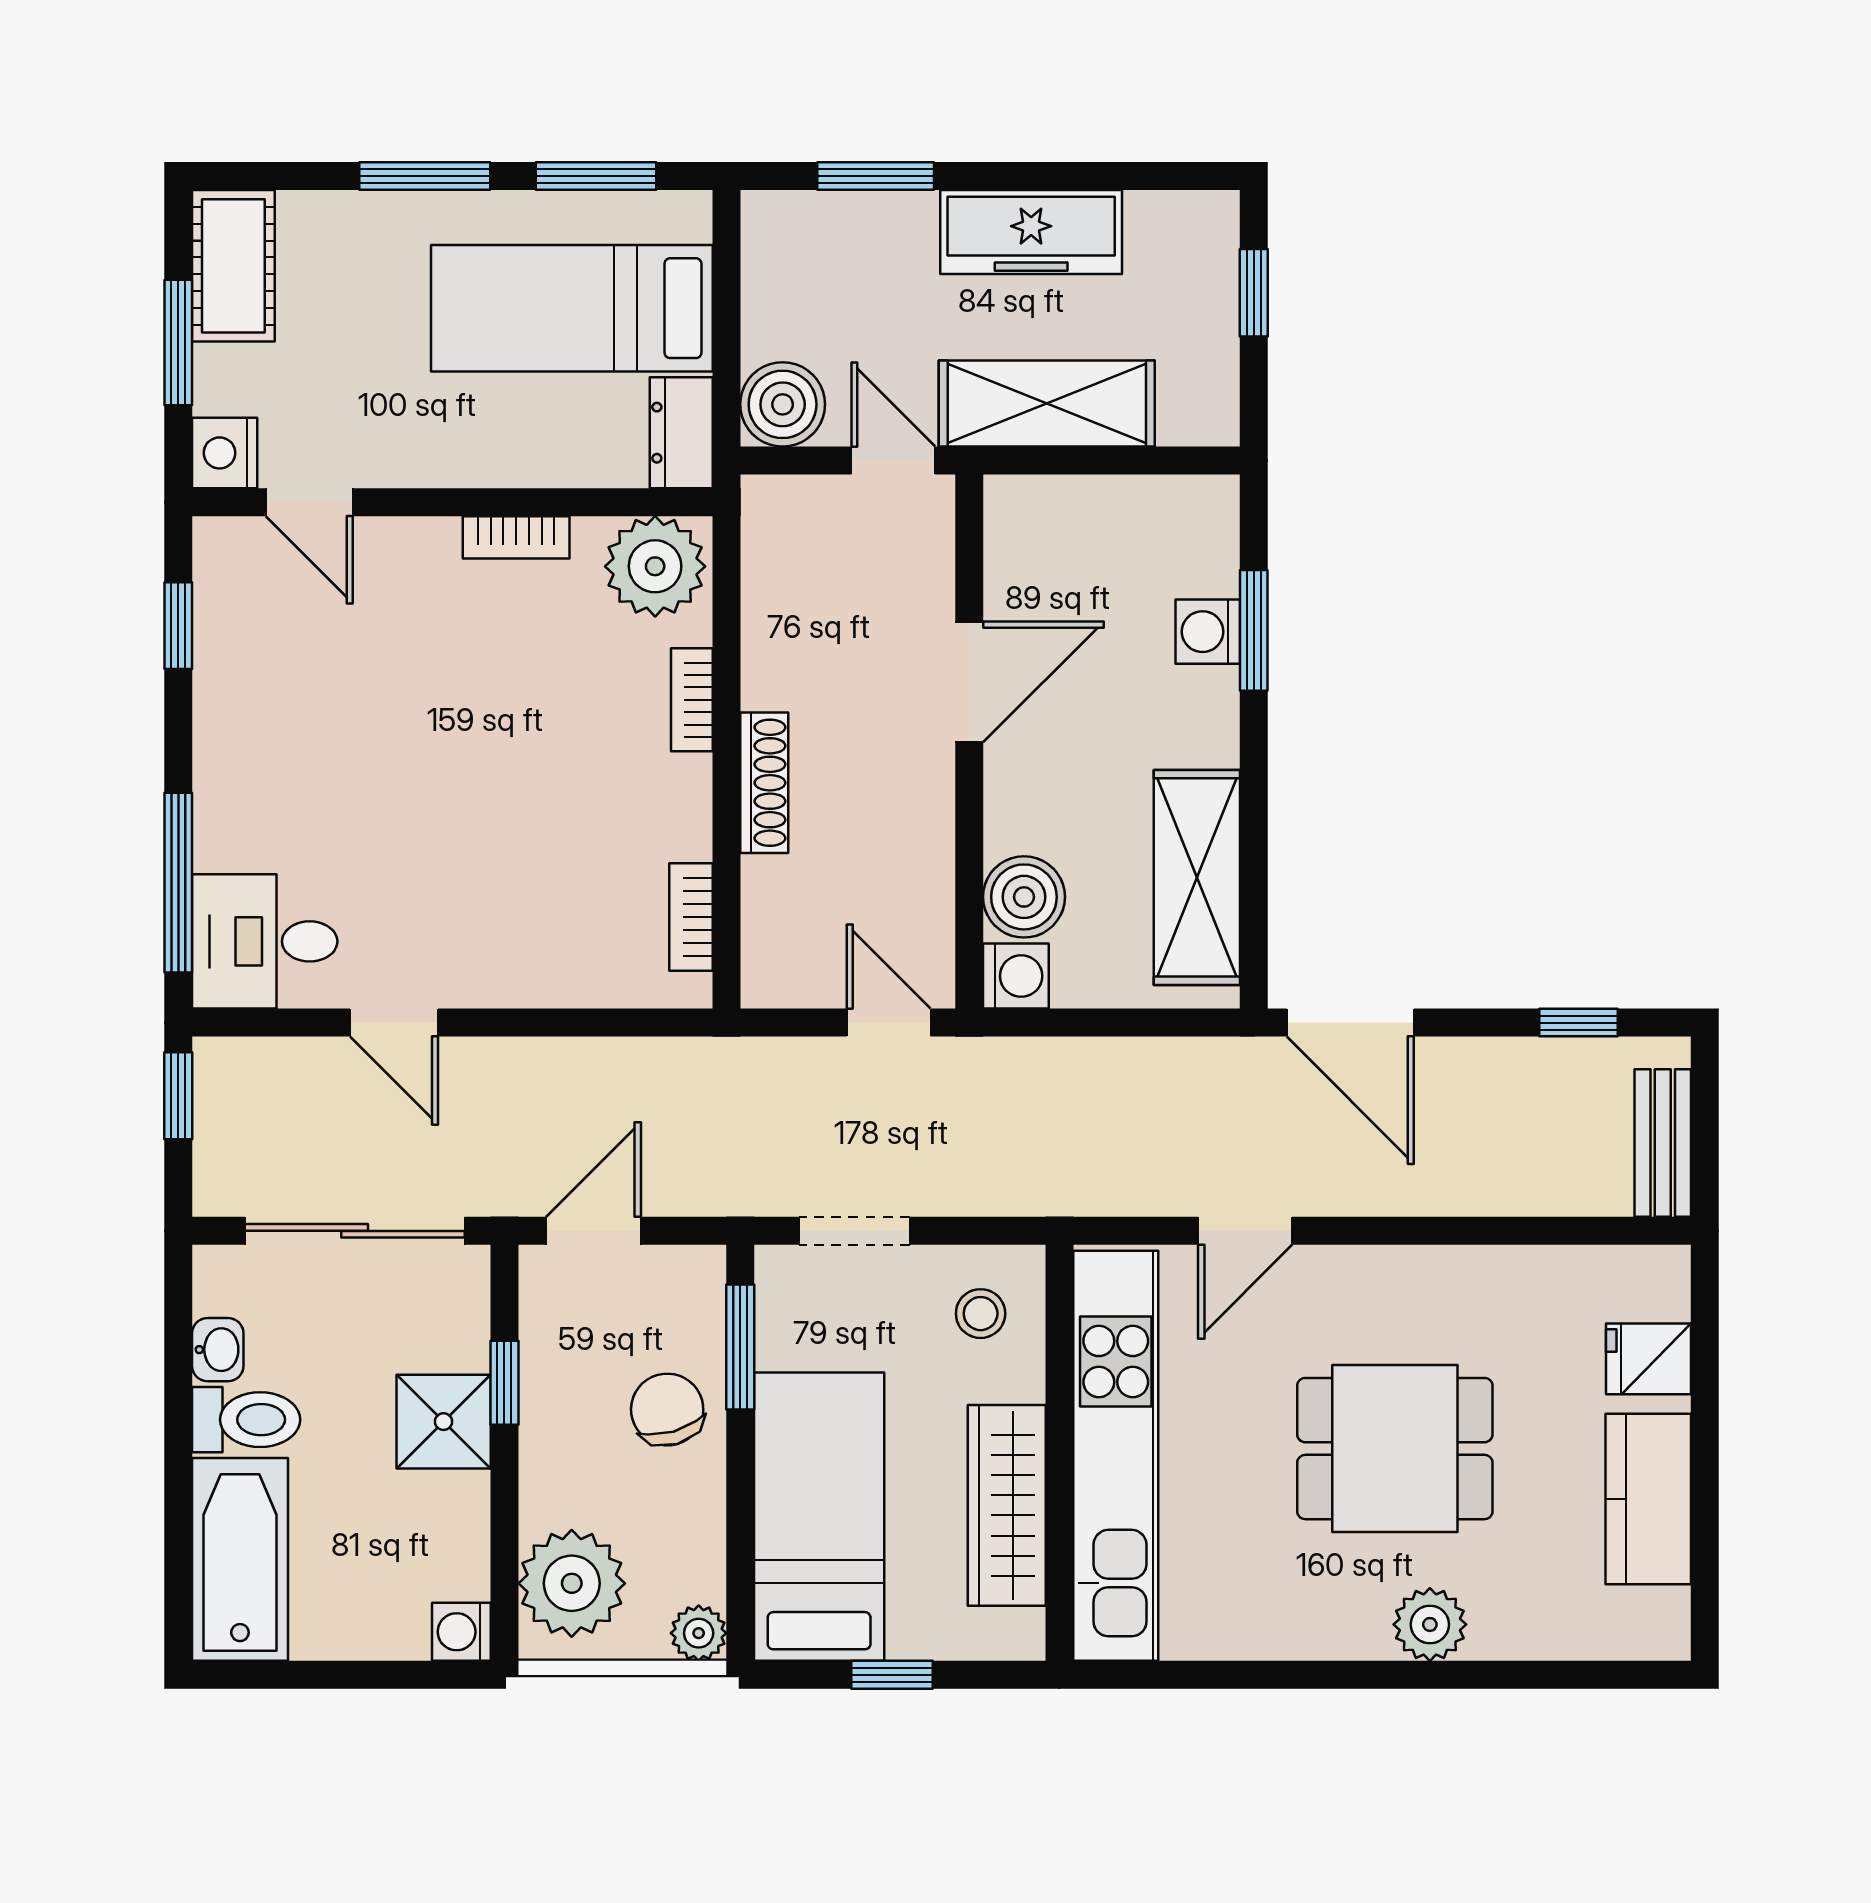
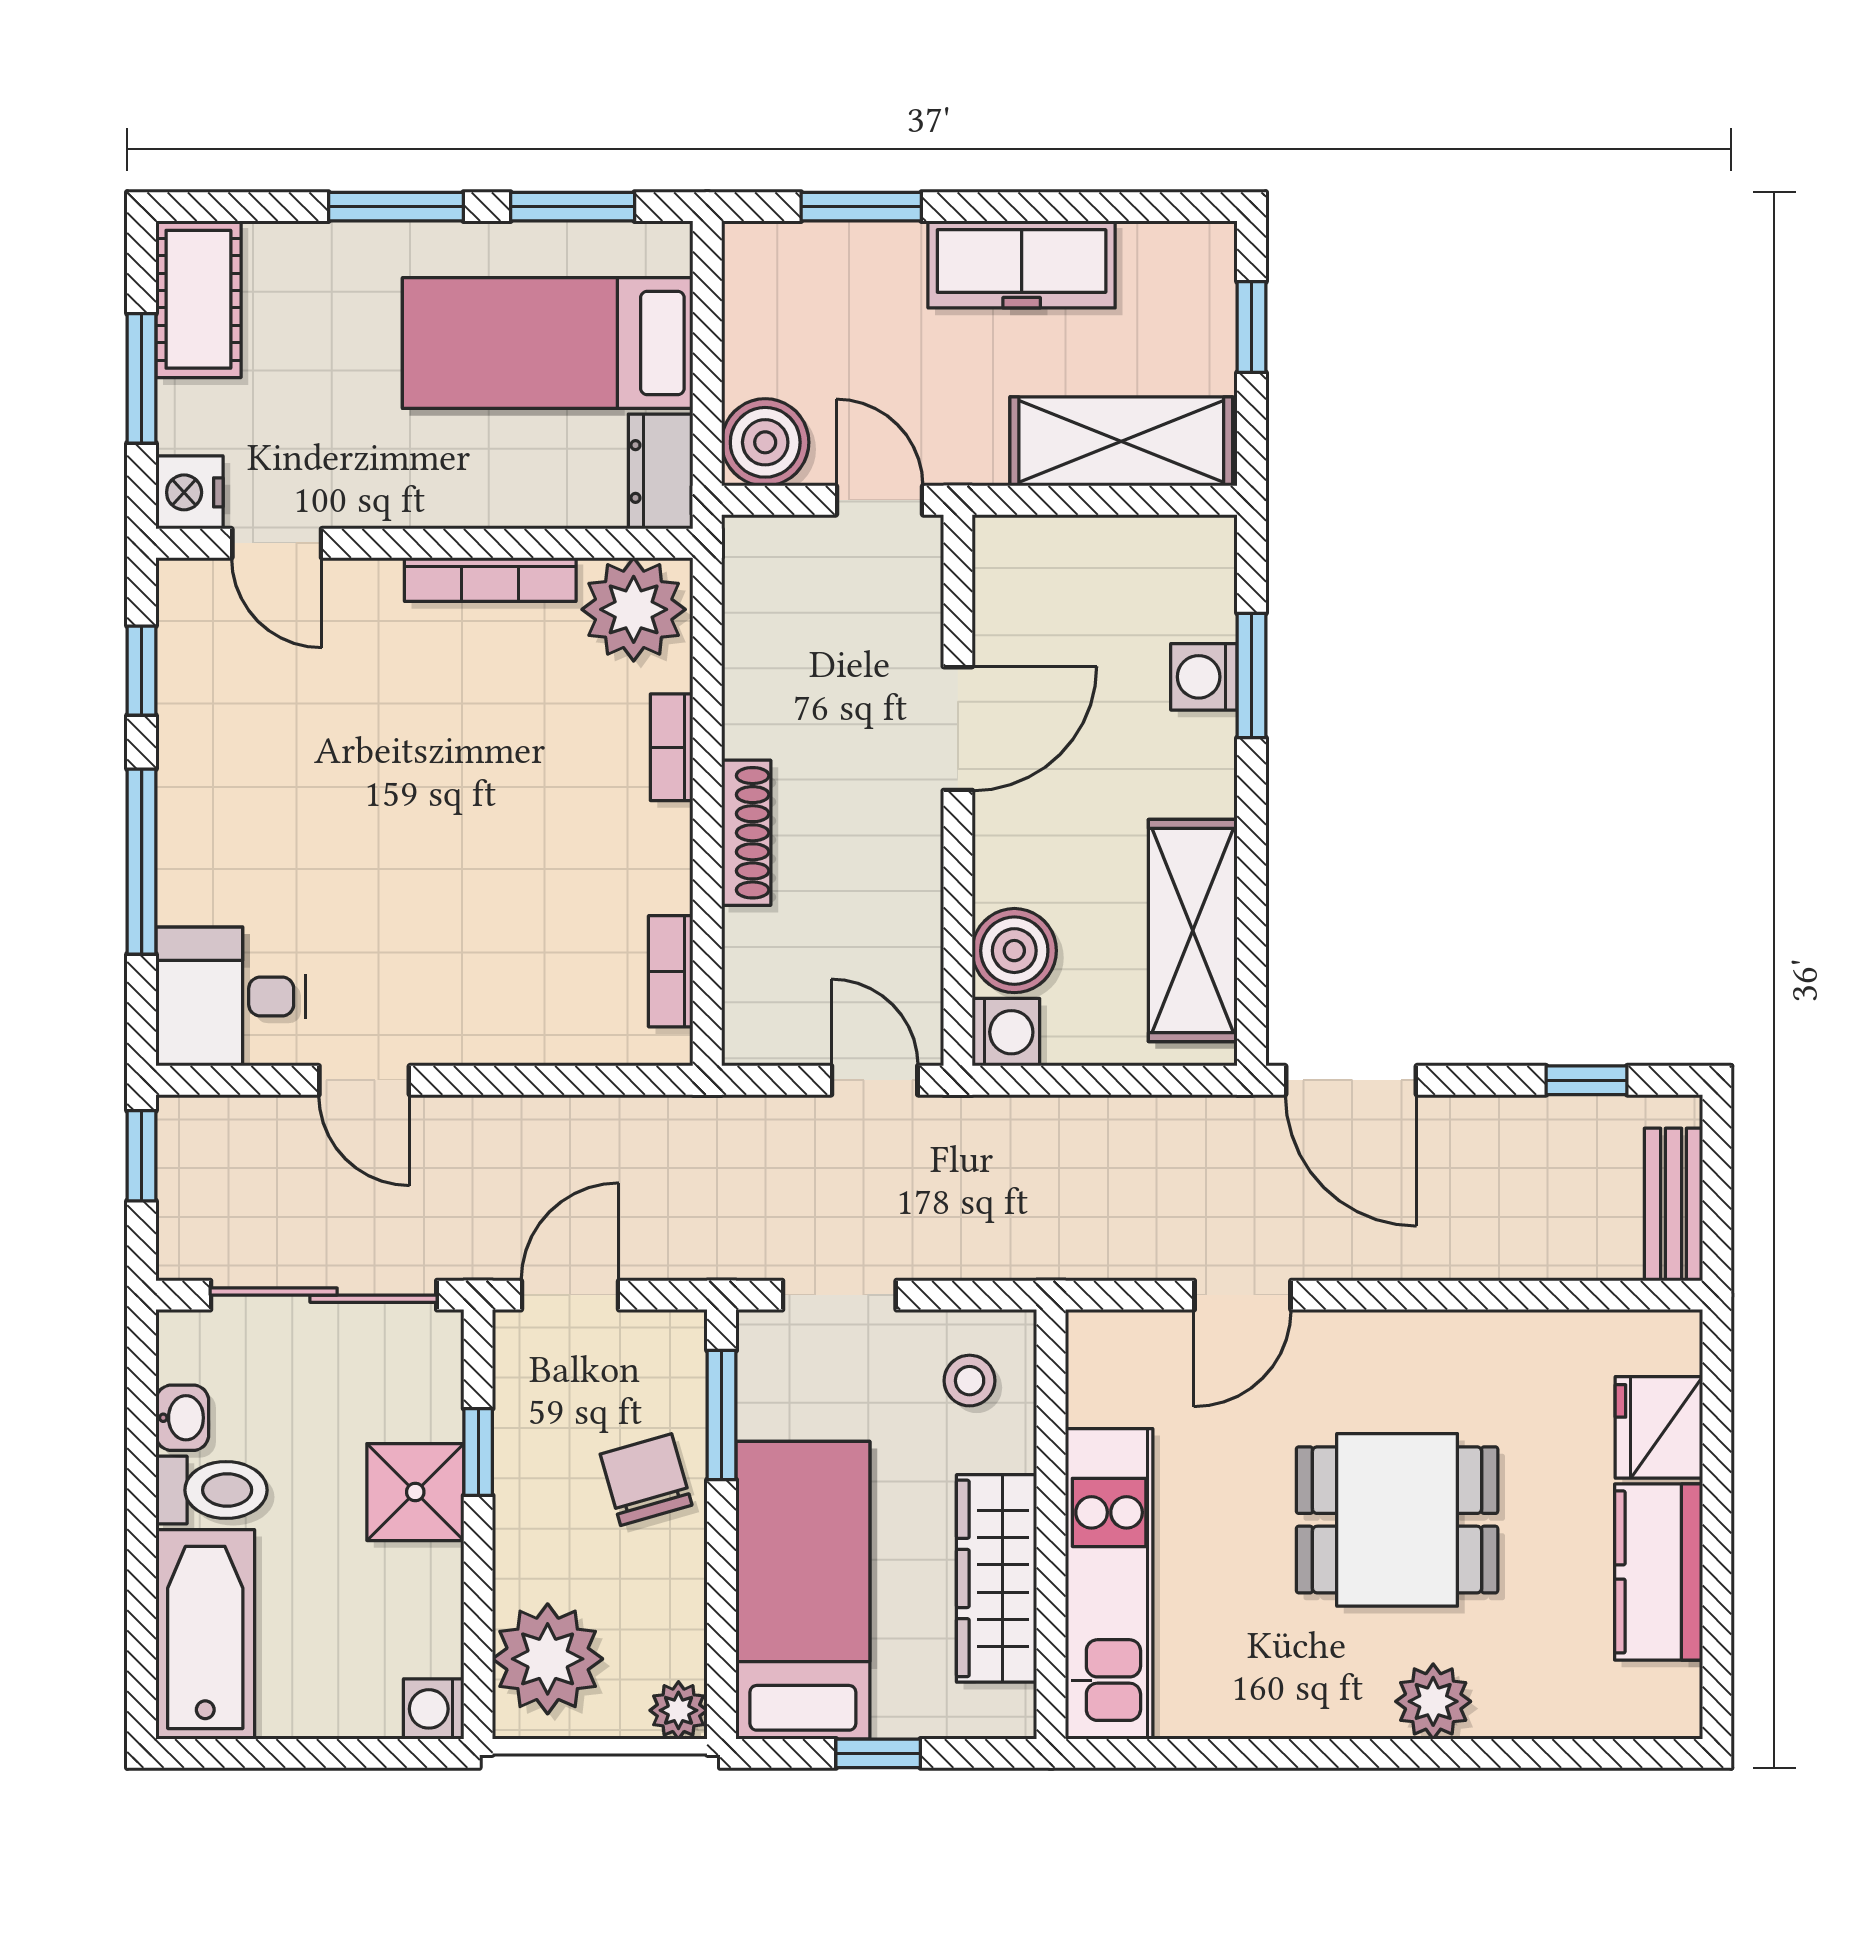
shelving: (1047, 403) -> (1121, 441), moved
bookcase: (516, 537) -> (490, 579), width x1.56
window: (178, 883) -> (142, 862), moved
fridge: (1649, 1359) -> (1659, 1427), width x1.38
kitchen unit: (1116, 1456) -> (1109, 1584), width x0.73

